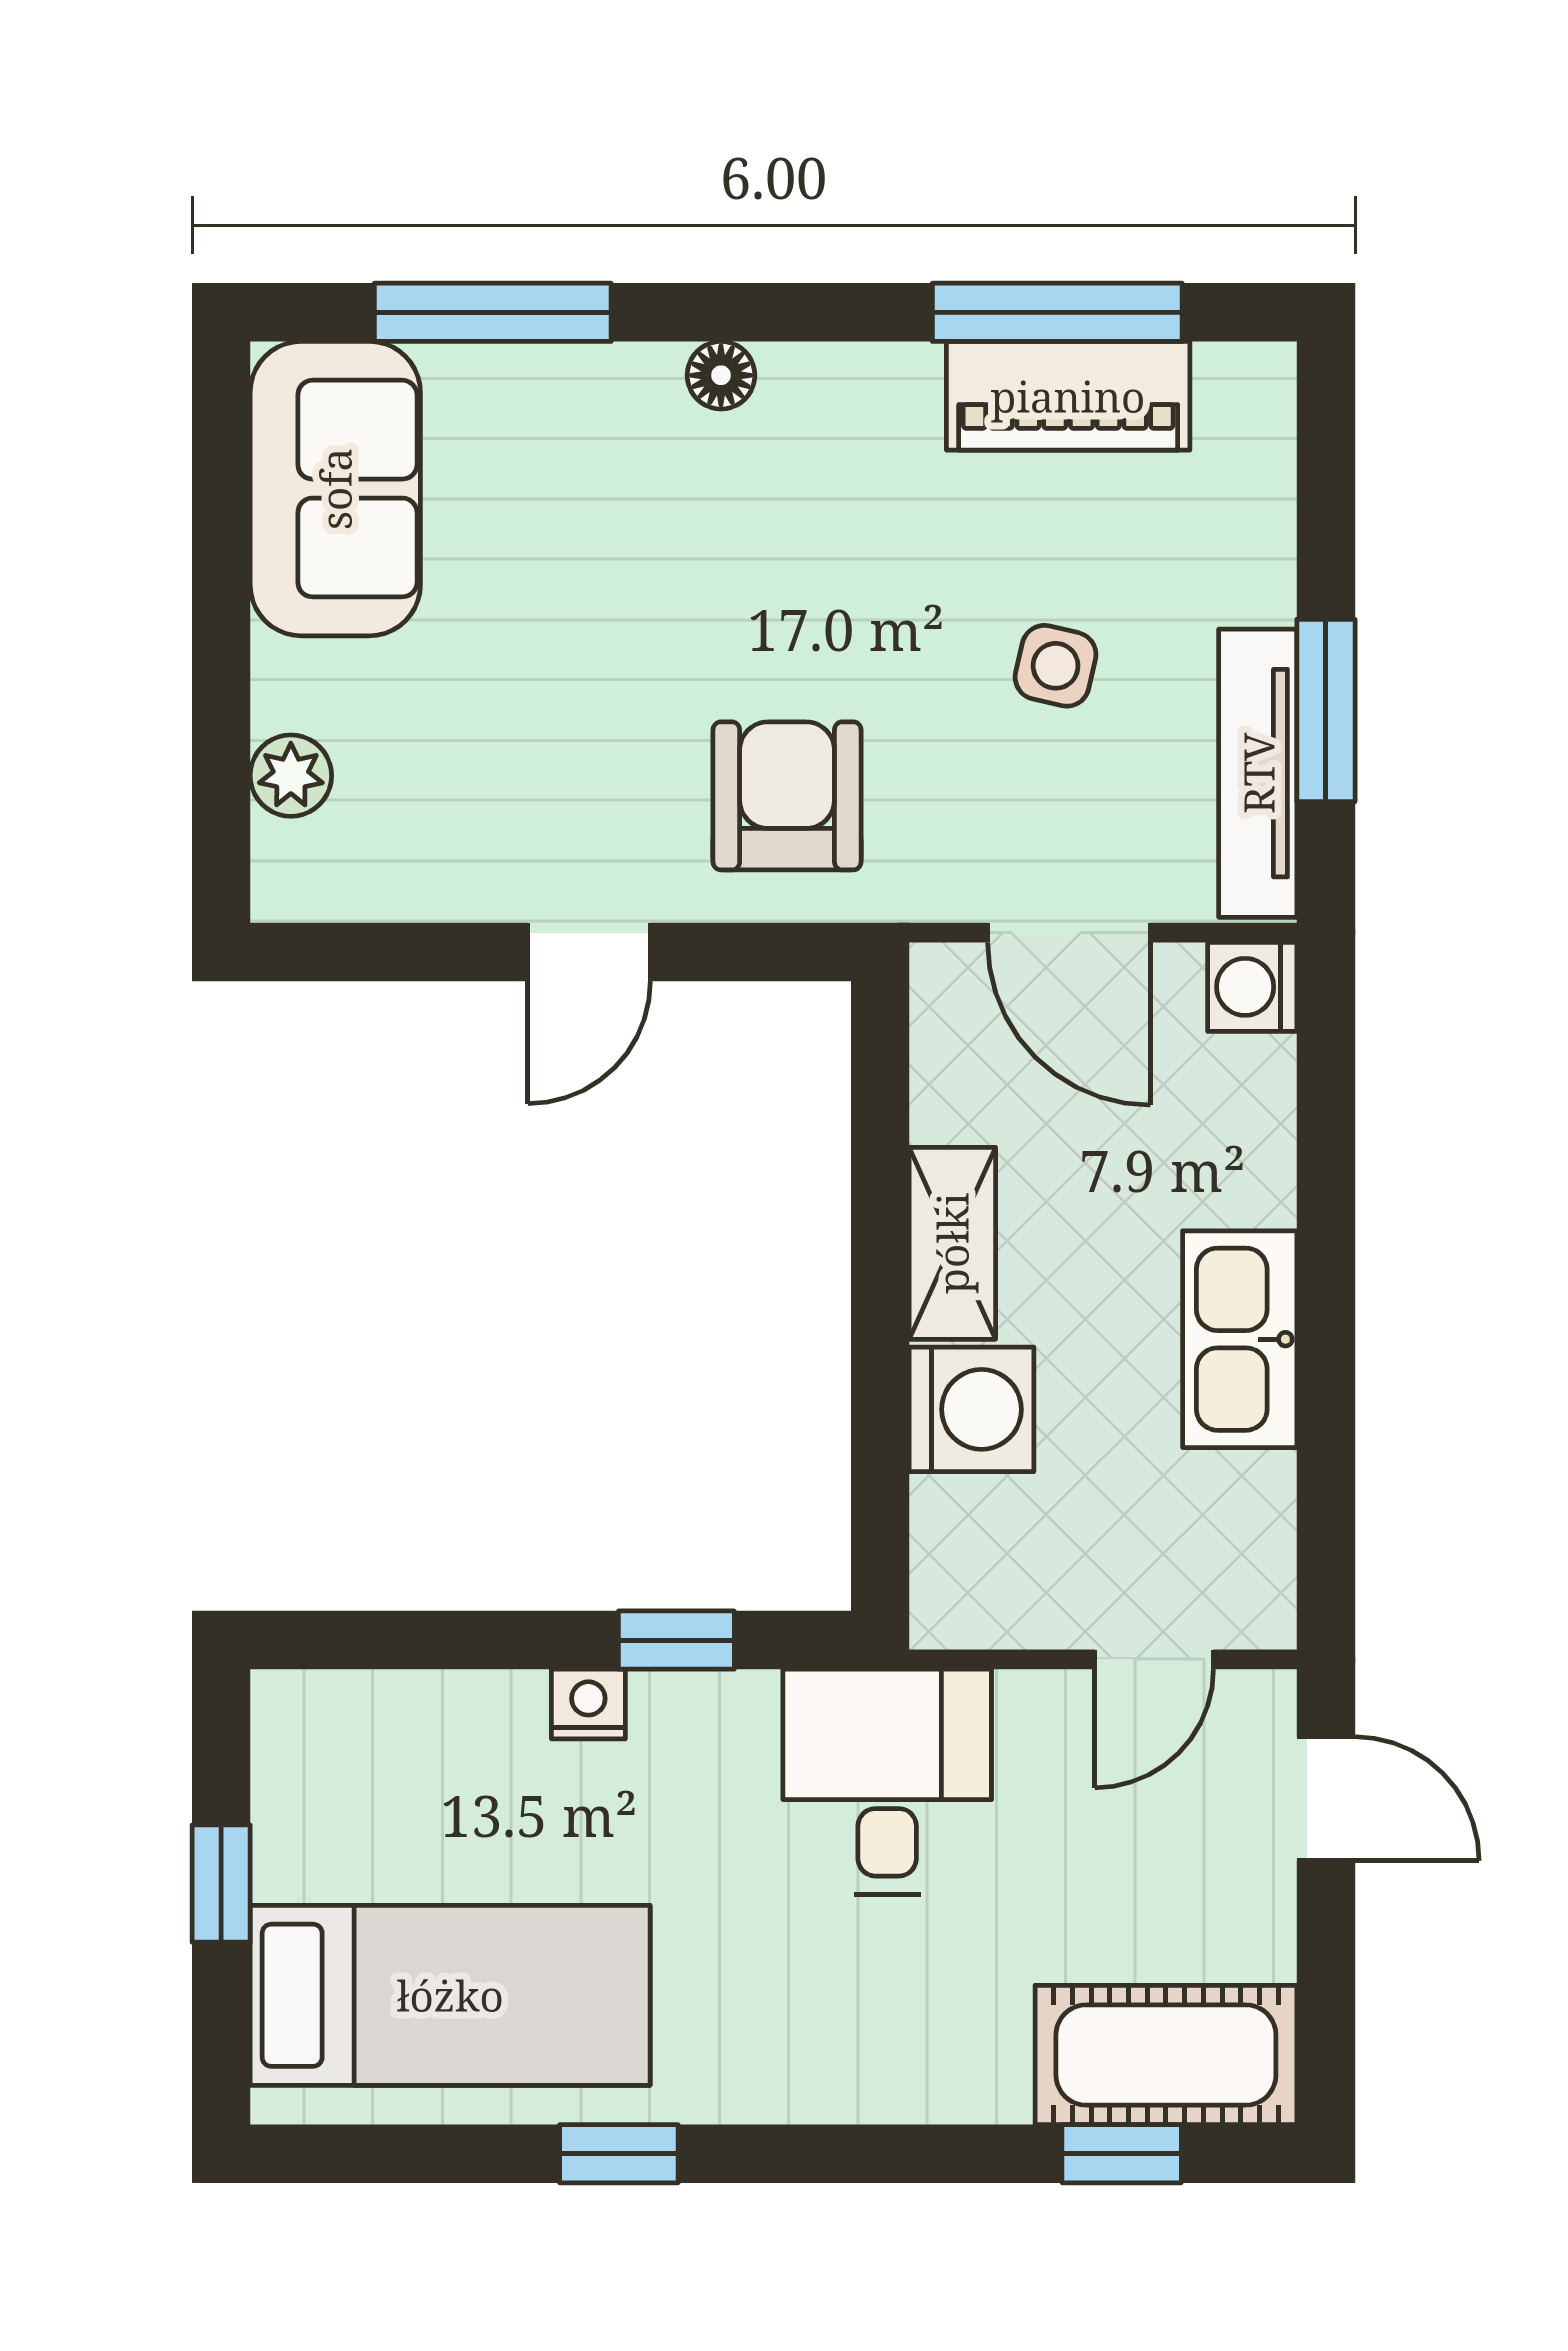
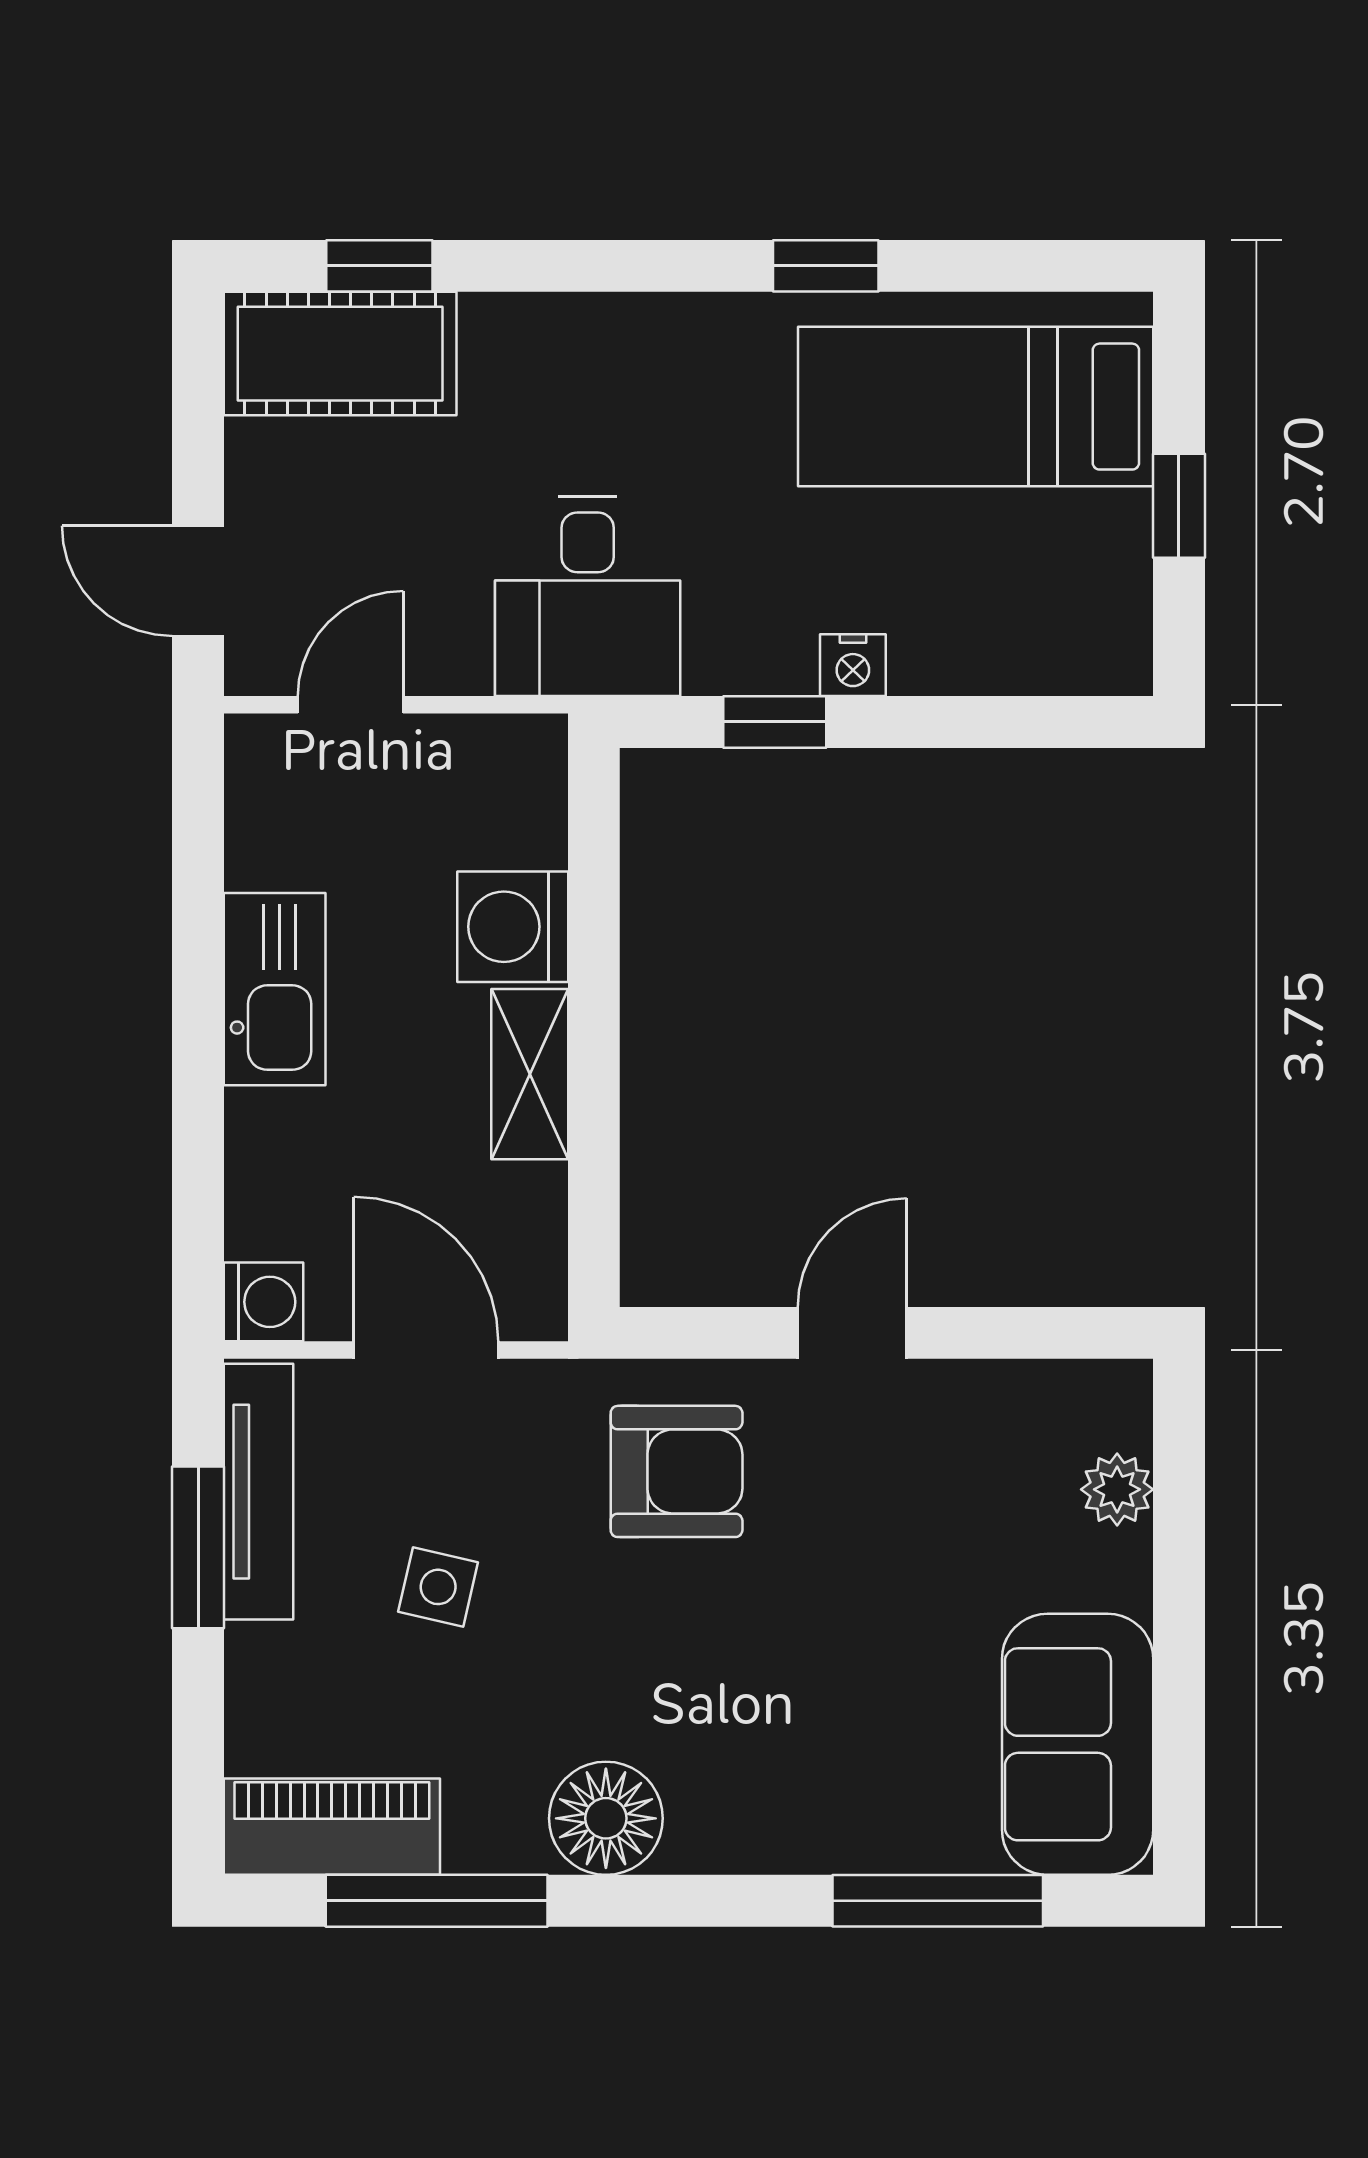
floor lamp: (721, 375) -> (606, 1818), moved, width x1.89, depth x1.89
piano: (1068, 396) -> (332, 1827), moved
armchair: (787, 796) -> (677, 1471), turned -90

